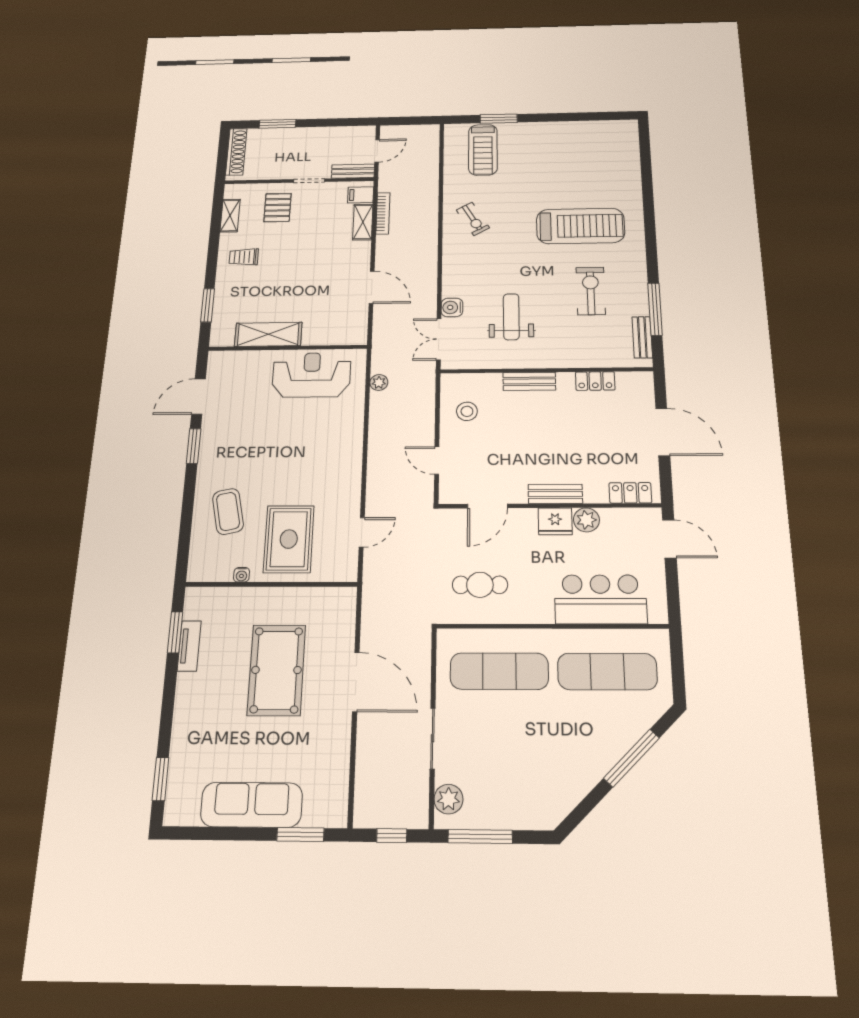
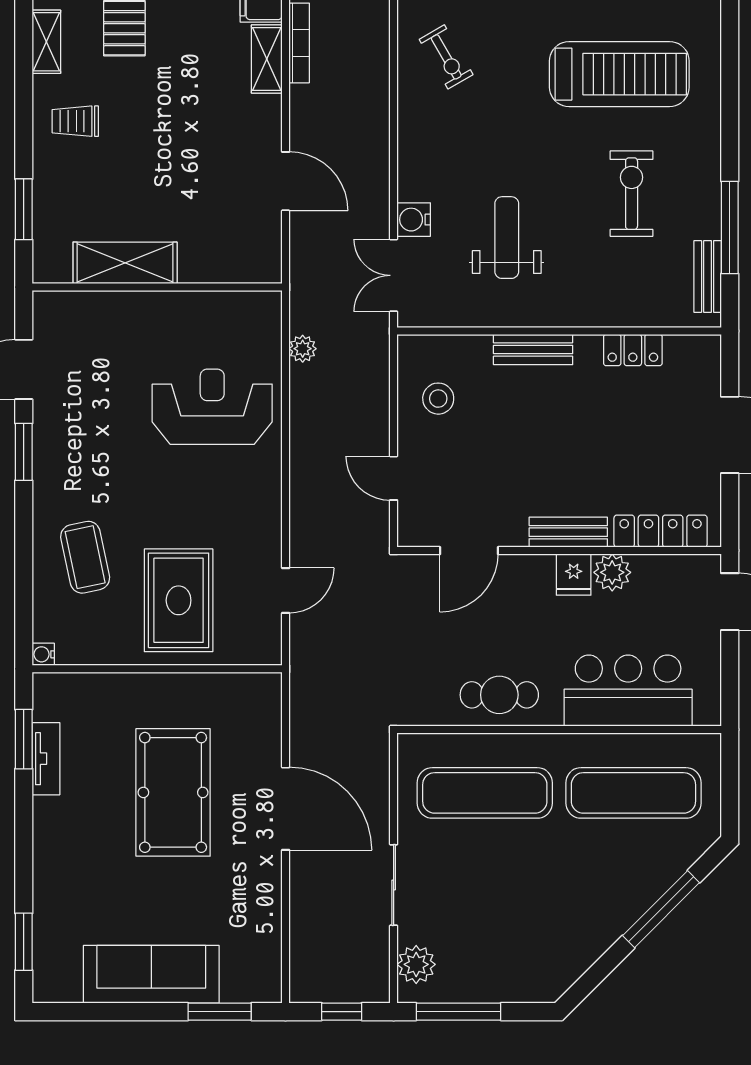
reception desk: (312, 375) -> (212, 407), moved
locker: (630, 493) -> (661, 531), width x1.53
fridge: (555, 521) -> (574, 575), width x0.72
water cooler: (242, 575) -> (43, 654), moved, turned 90
cafe table: (480, 585) -> (499, 695), moved

